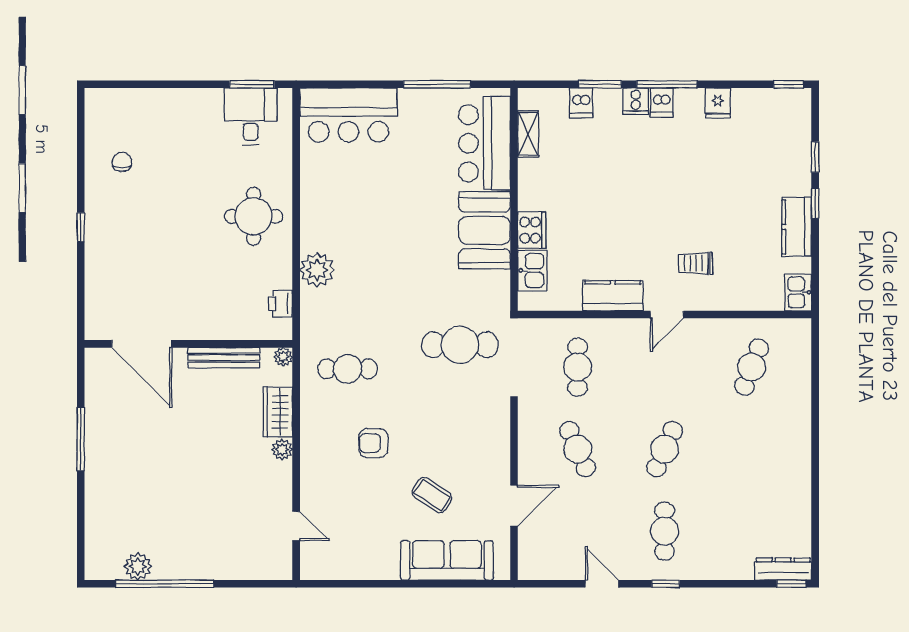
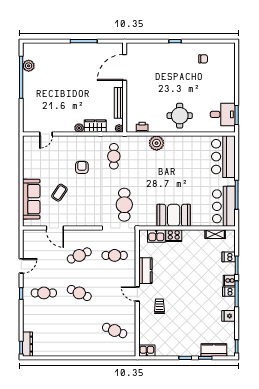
bar counter: (484, 143) -> (224, 206), moved, turned -90
kitchen counter: (797, 227) -> (214, 350), moved

